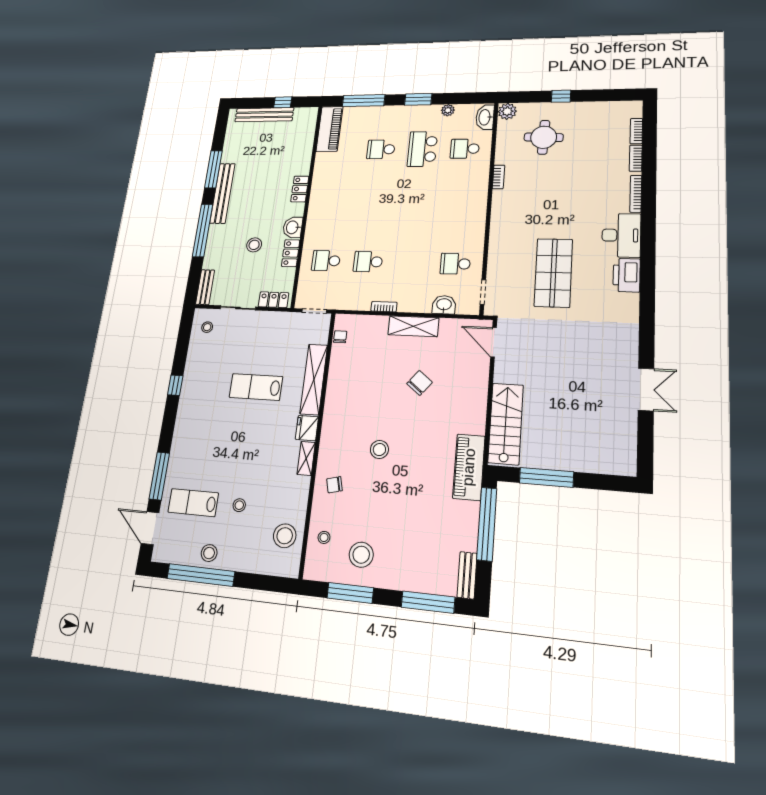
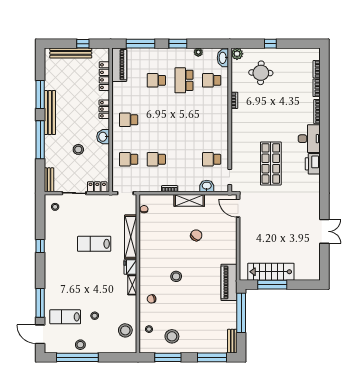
school desk: (333, 204) -> (129, 120), added
locker: (291, 253) -> (104, 76), moved, width x1.53
stairs: (506, 424) -> (271, 272), moved, turned -90

